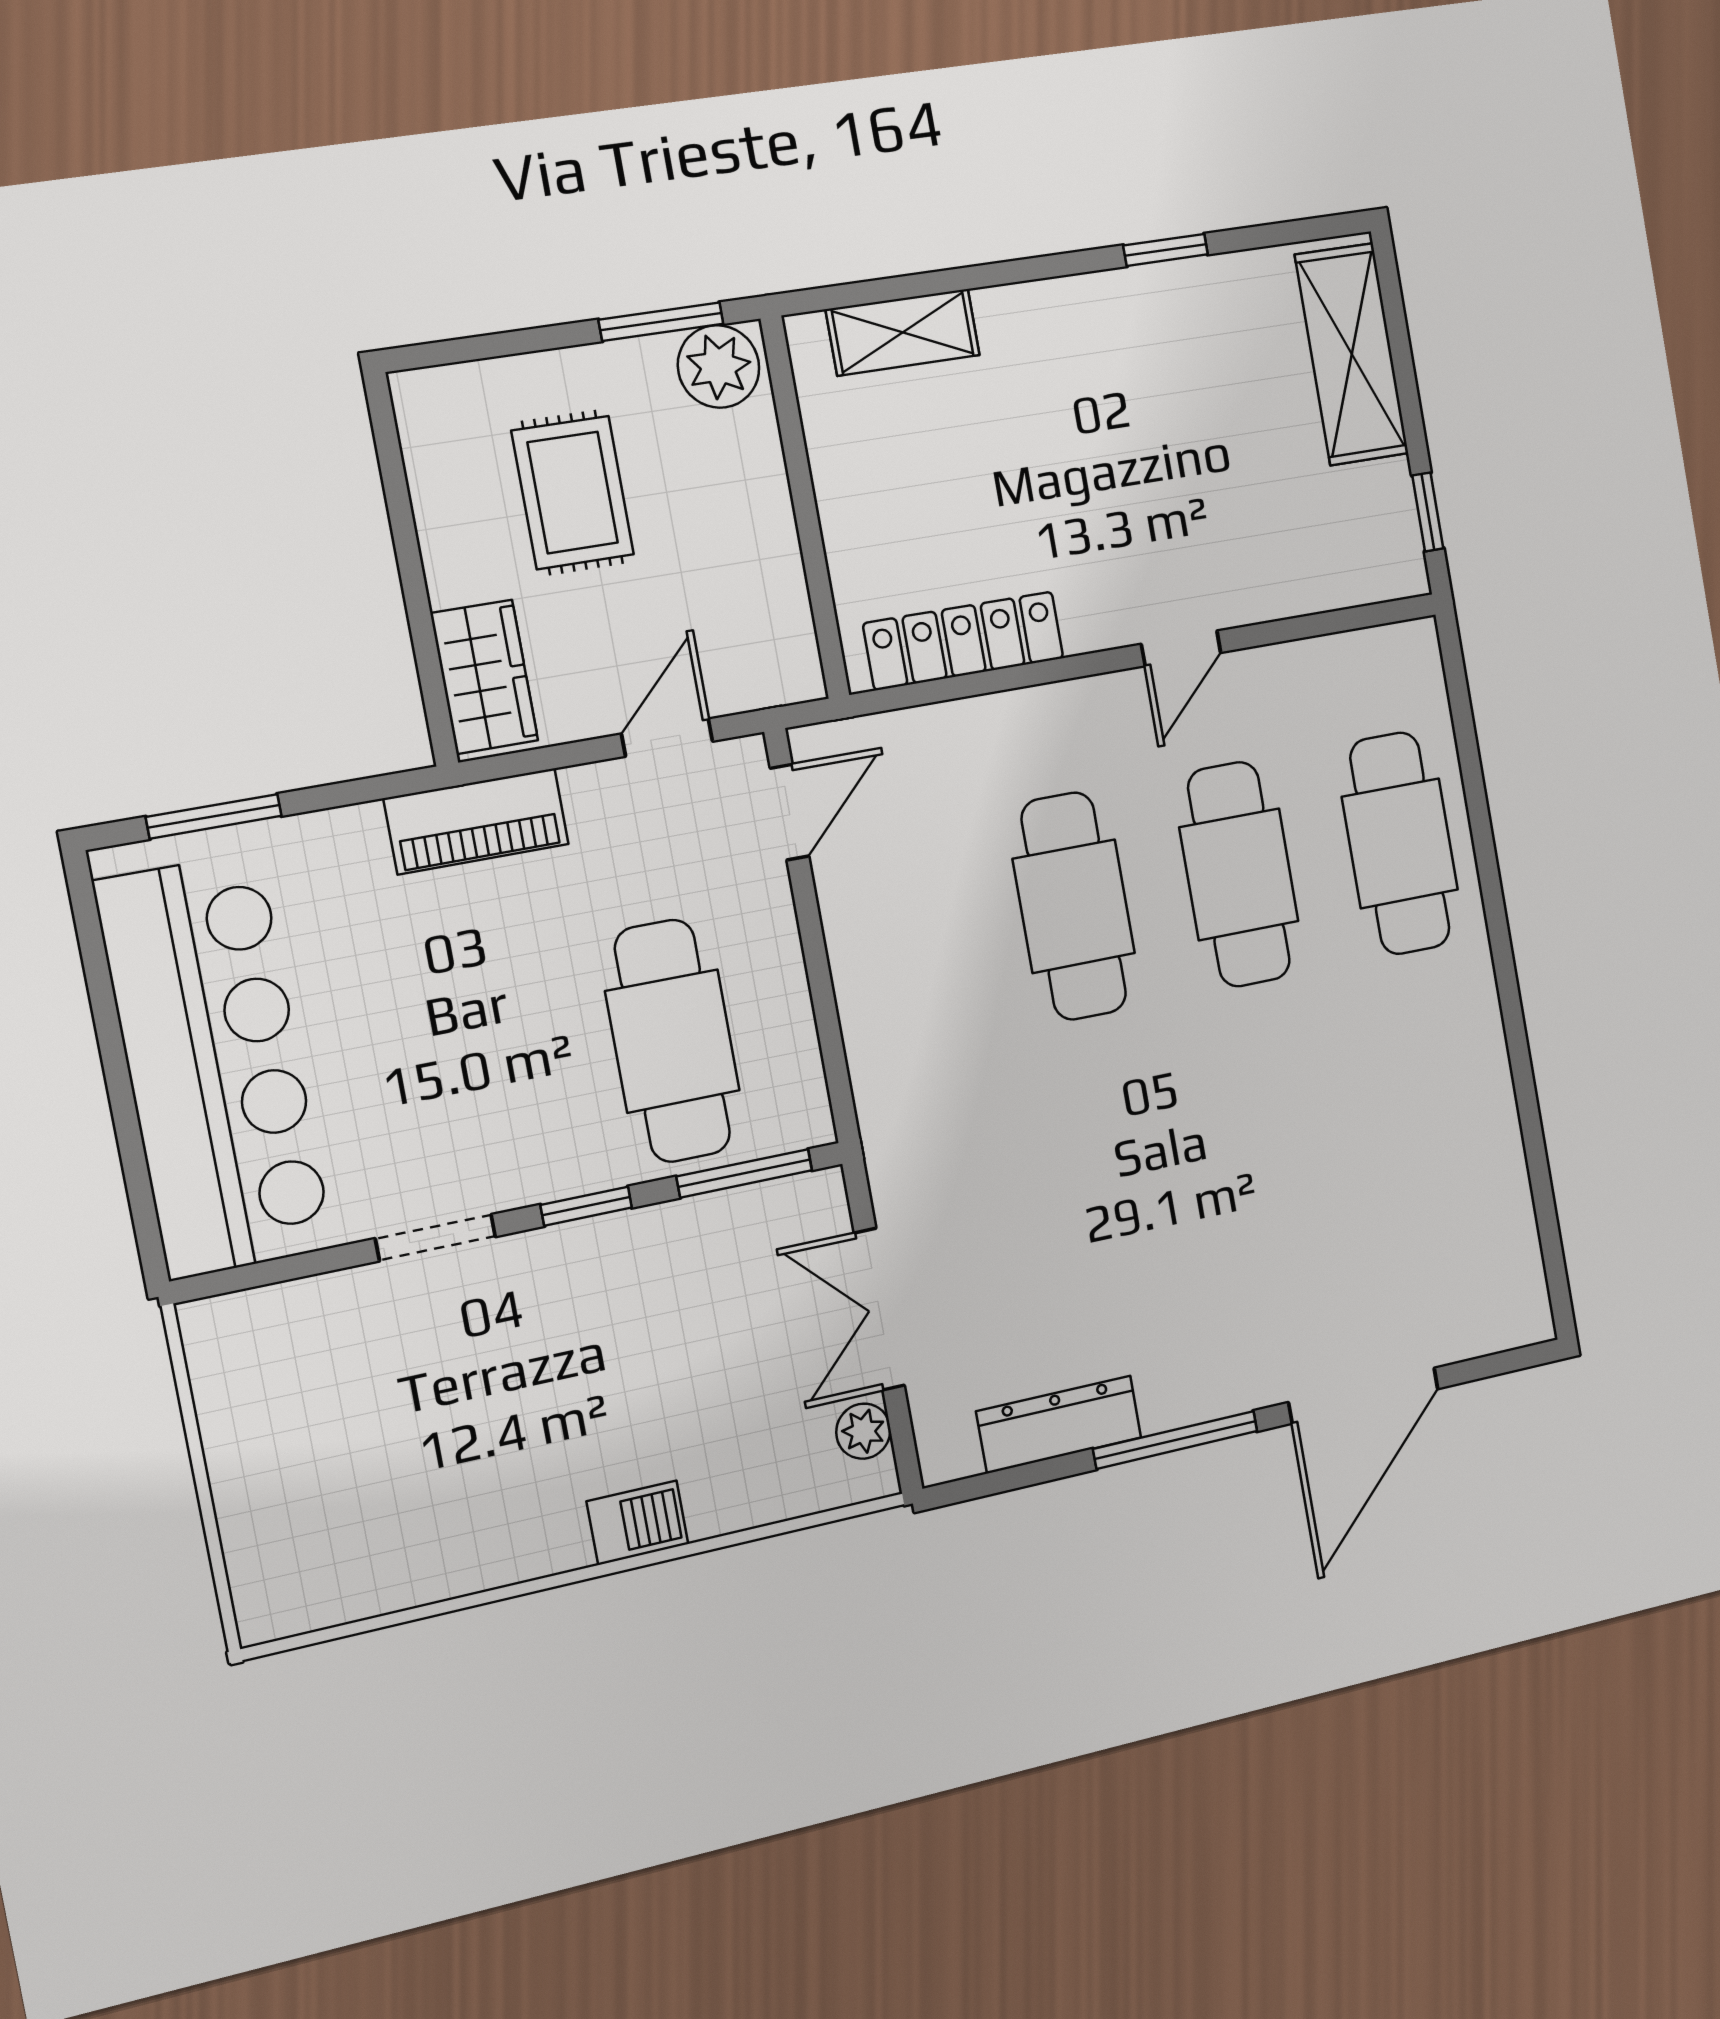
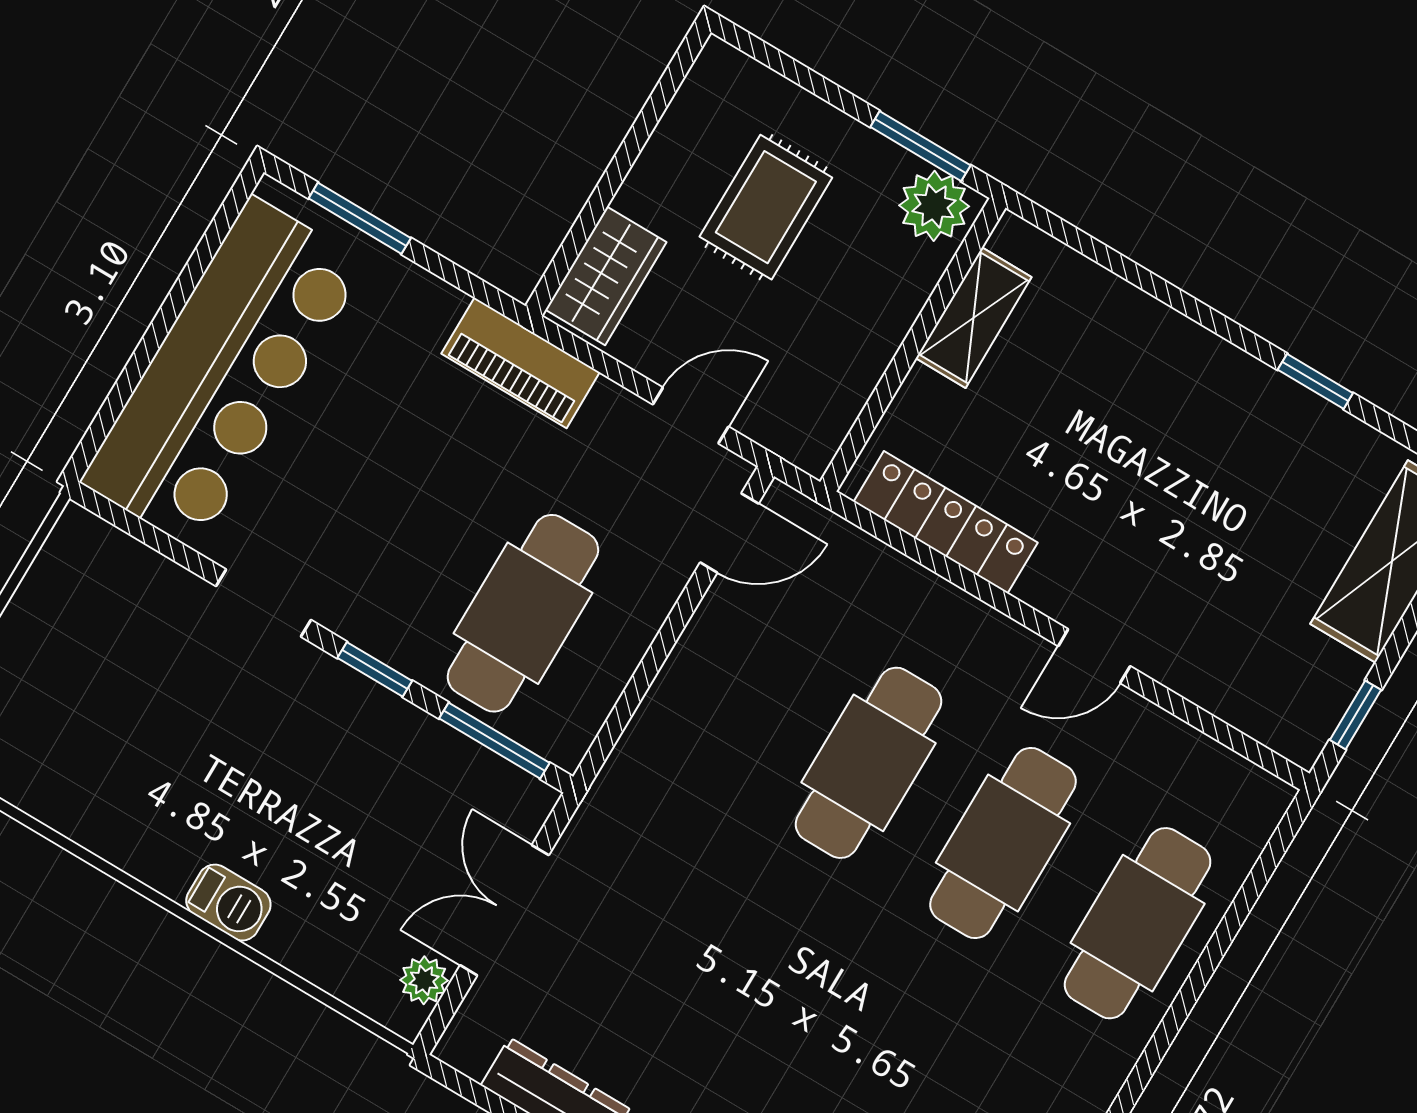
shelving: (903, 332) -> (974, 318), moved, turned 90

